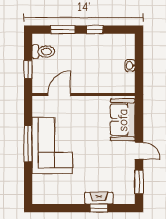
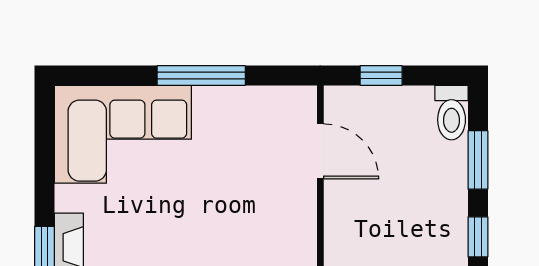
toilet: (43, 52) -> (452, 113), moved
corner sofa: (52, 145) -> (123, 134), moved

